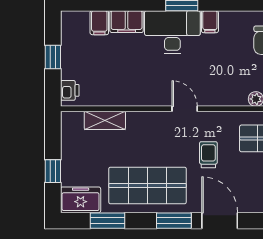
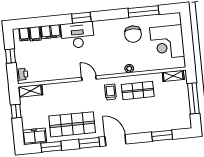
filing cabinet: (210, 22) -> (24, 34), moved
shelving: (105, 120) -> (30, 91), moved
trolley: (208, 155) -> (110, 92), moved
window: (53, 171) -> (16, 111), moved

